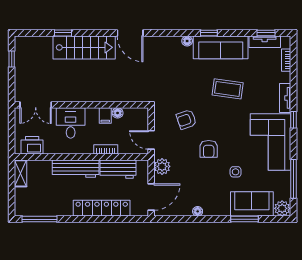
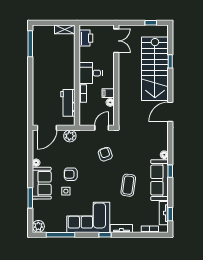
stairs: (84, 47) -> (155, 69), width x1.36, depth x1.51
double door: (36, 105) -> (116, 41), swing flipped
desk: (71, 123) -> (91, 73), moved, turned 180
door: (151, 140) -> (102, 128), moved
armchair: (209, 149) -> (71, 174), moved
workbench: (76, 169) -> (68, 71), removed
door: (151, 197) -> (47, 128), hinge flipped
sofa: (252, 204) -> (42, 183), moved
locker: (102, 208) -> (38, 90), removed

